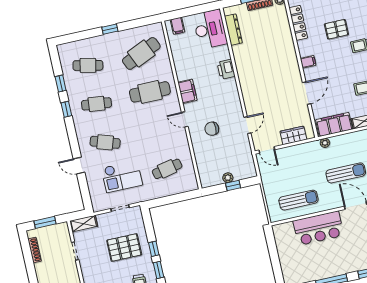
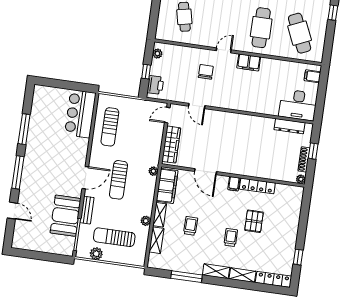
locker: (298, 23) -> (257, 186), moved
printer: (226, 69) -> (155, 85), moved, turned 90
wardrobe: (293, 135) -> (171, 145), width x1.50
plant: (228, 178) -> (157, 54), moved
bar counter: (318, 228) -> (80, 114), moved

